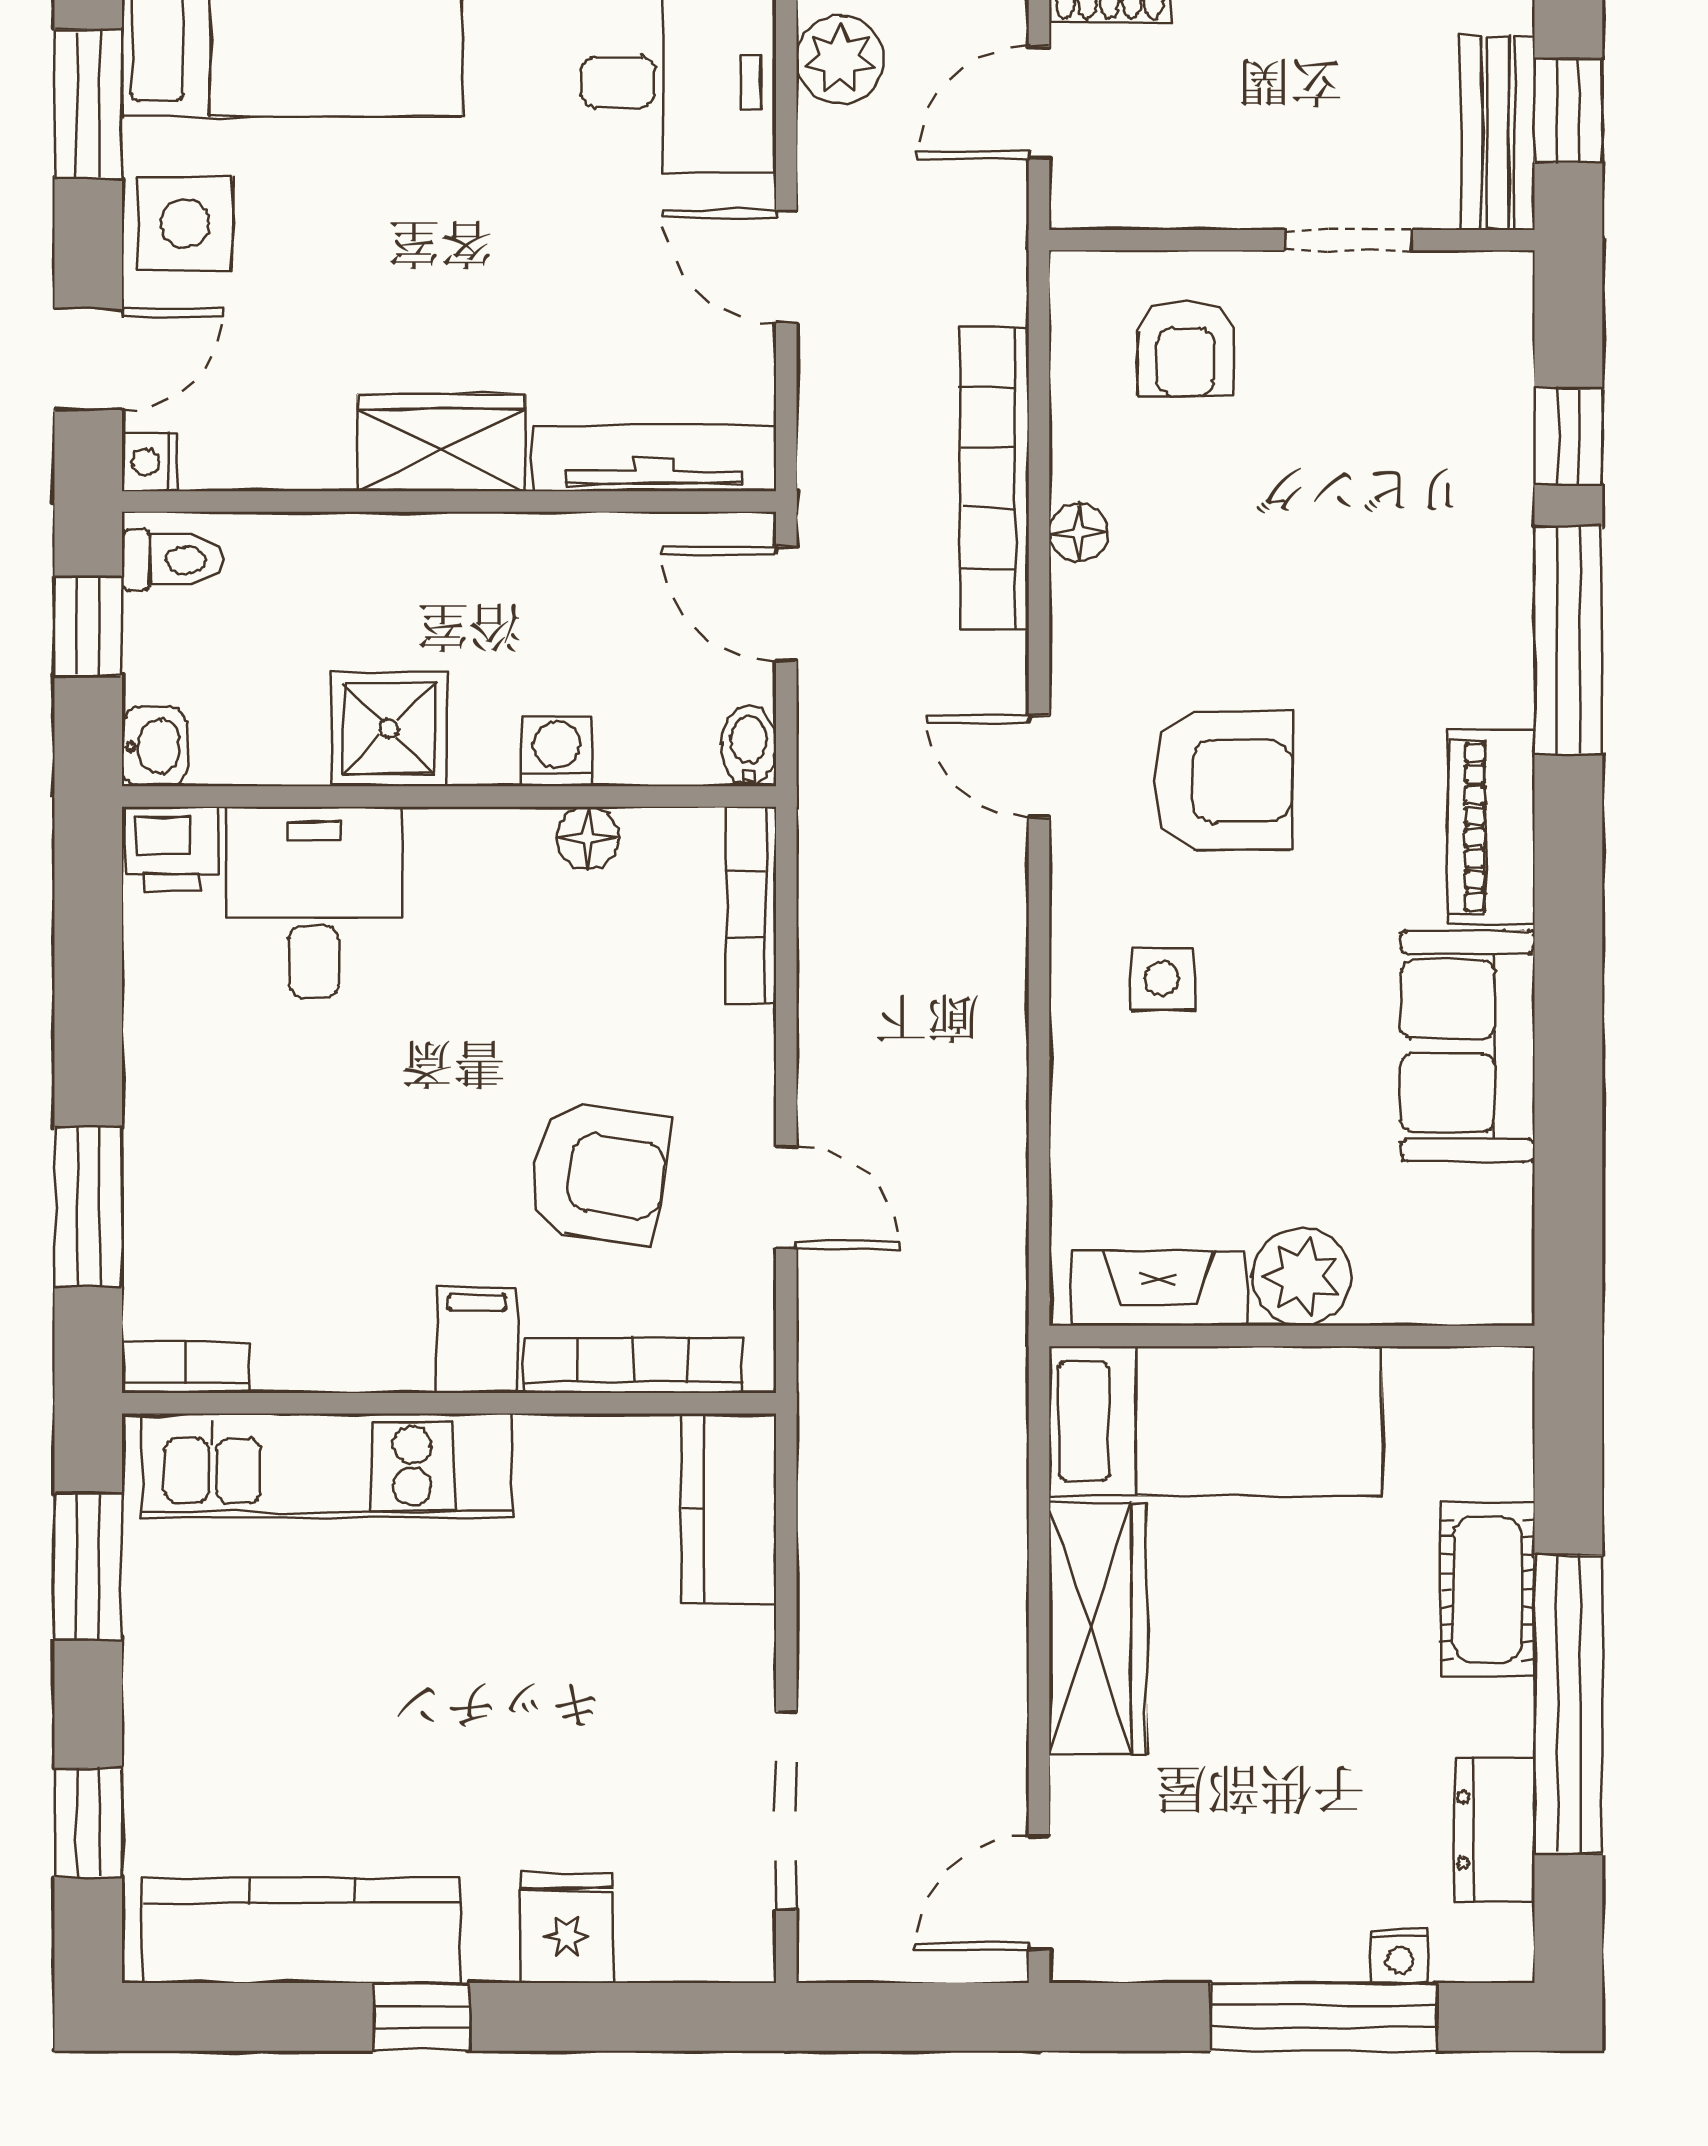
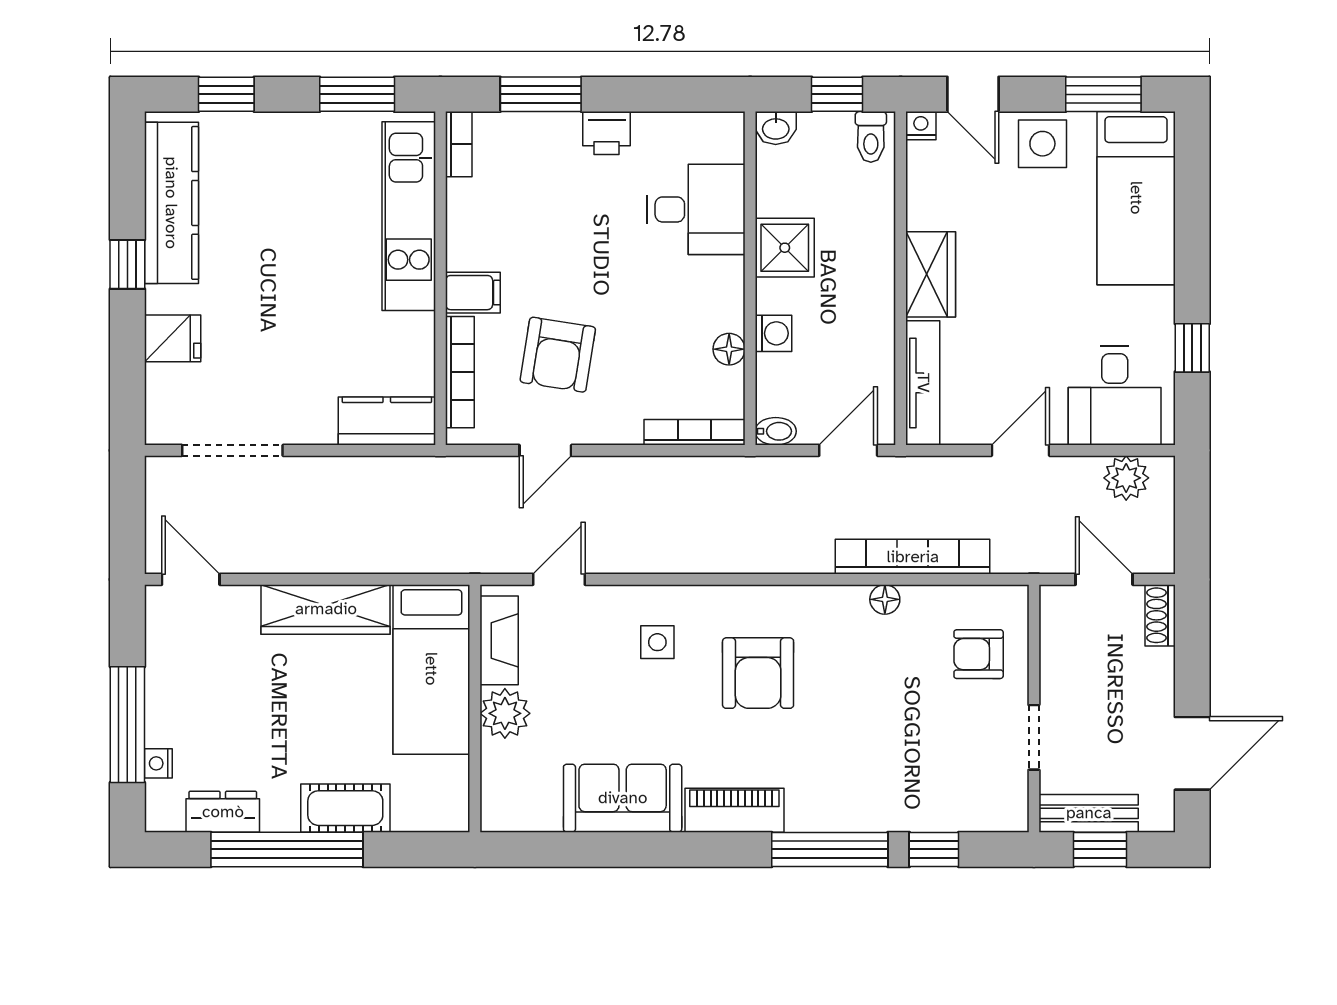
door: (1039, 766) -> (559, 579), moved
printer: (172, 849) -> (607, 133), moved, turned -90

